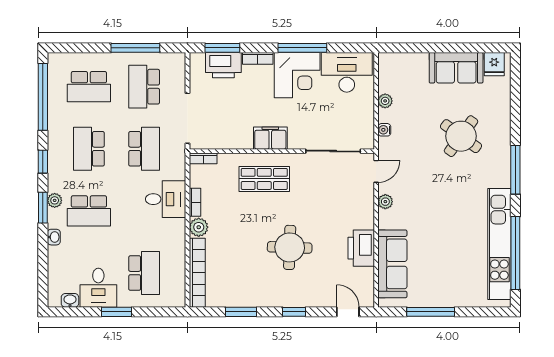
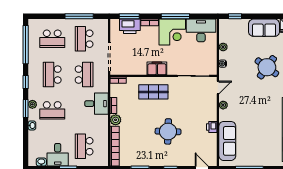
window: (406, 48) -> (235, 16), added
printer: (361, 248) -> (212, 127), width x0.53, depth x0.68
school desk: (144, 273) -> (84, 146), turned 180

